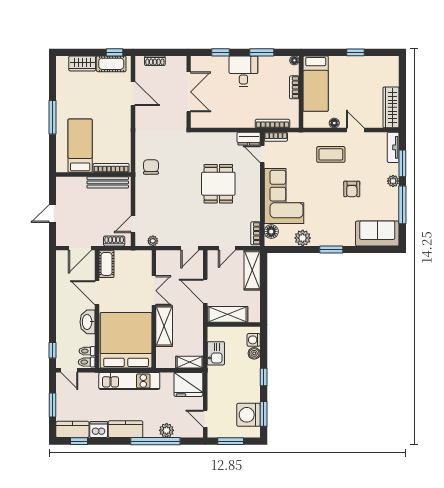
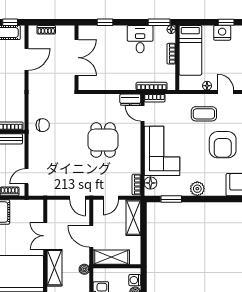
window: (262, 52) -> (159, 22), moved
nightstand: (351, 64) -> (222, 33), added
desk: (243, 71) -> (140, 39), moved
door: (133, 94) -> (27, 59), hinge flipped
chair: (151, 167) -> (43, 125), turned 90
armchair: (352, 189) -> (223, 145), width x1.88, depth x1.88
plant: (303, 238) -> (197, 189), moved
plant: (153, 241) -> (44, 191), removed
door: (190, 248) -> (78, 198), hinge flipped
window: (331, 250) -> (171, 199), moved
double door: (154, 291) -> (45, 236), swing flipped
boiler: (197, 328) -> (84, 269), added

